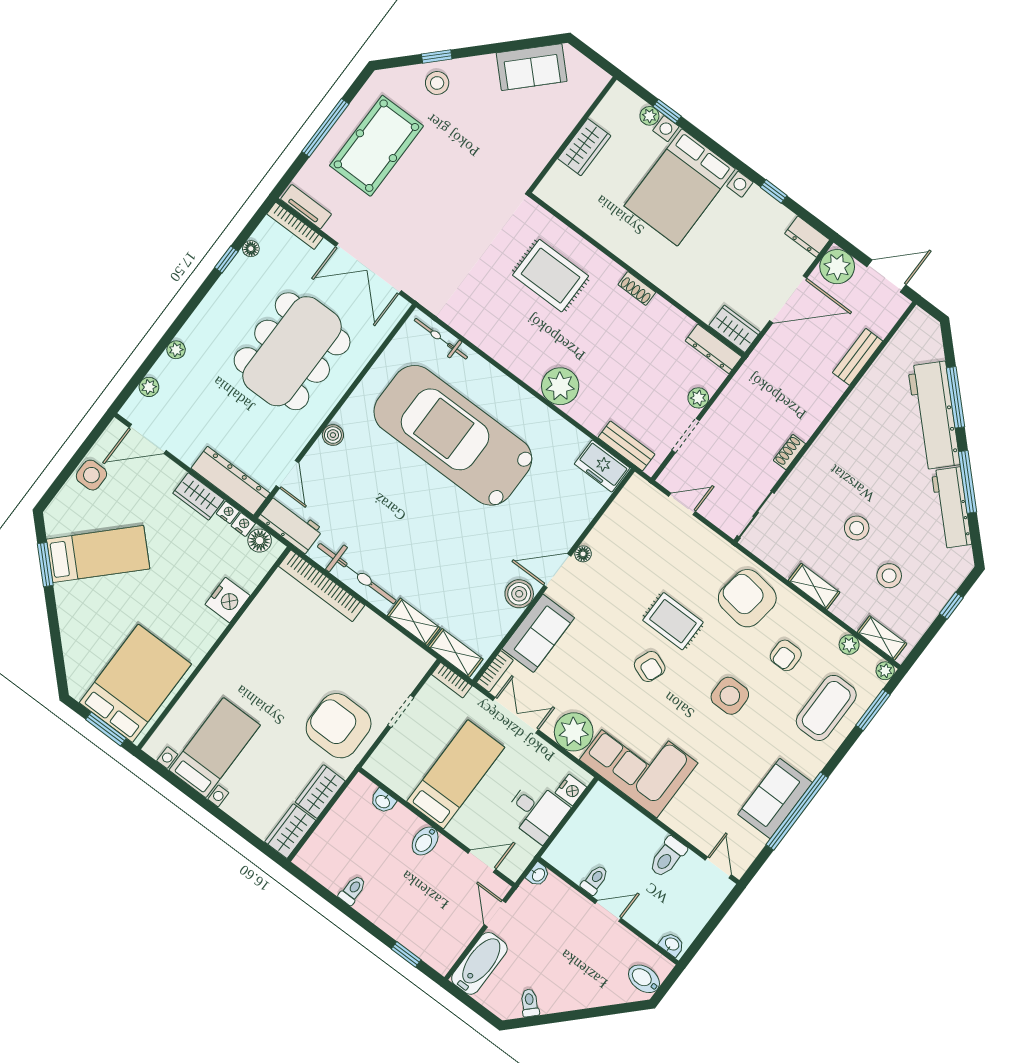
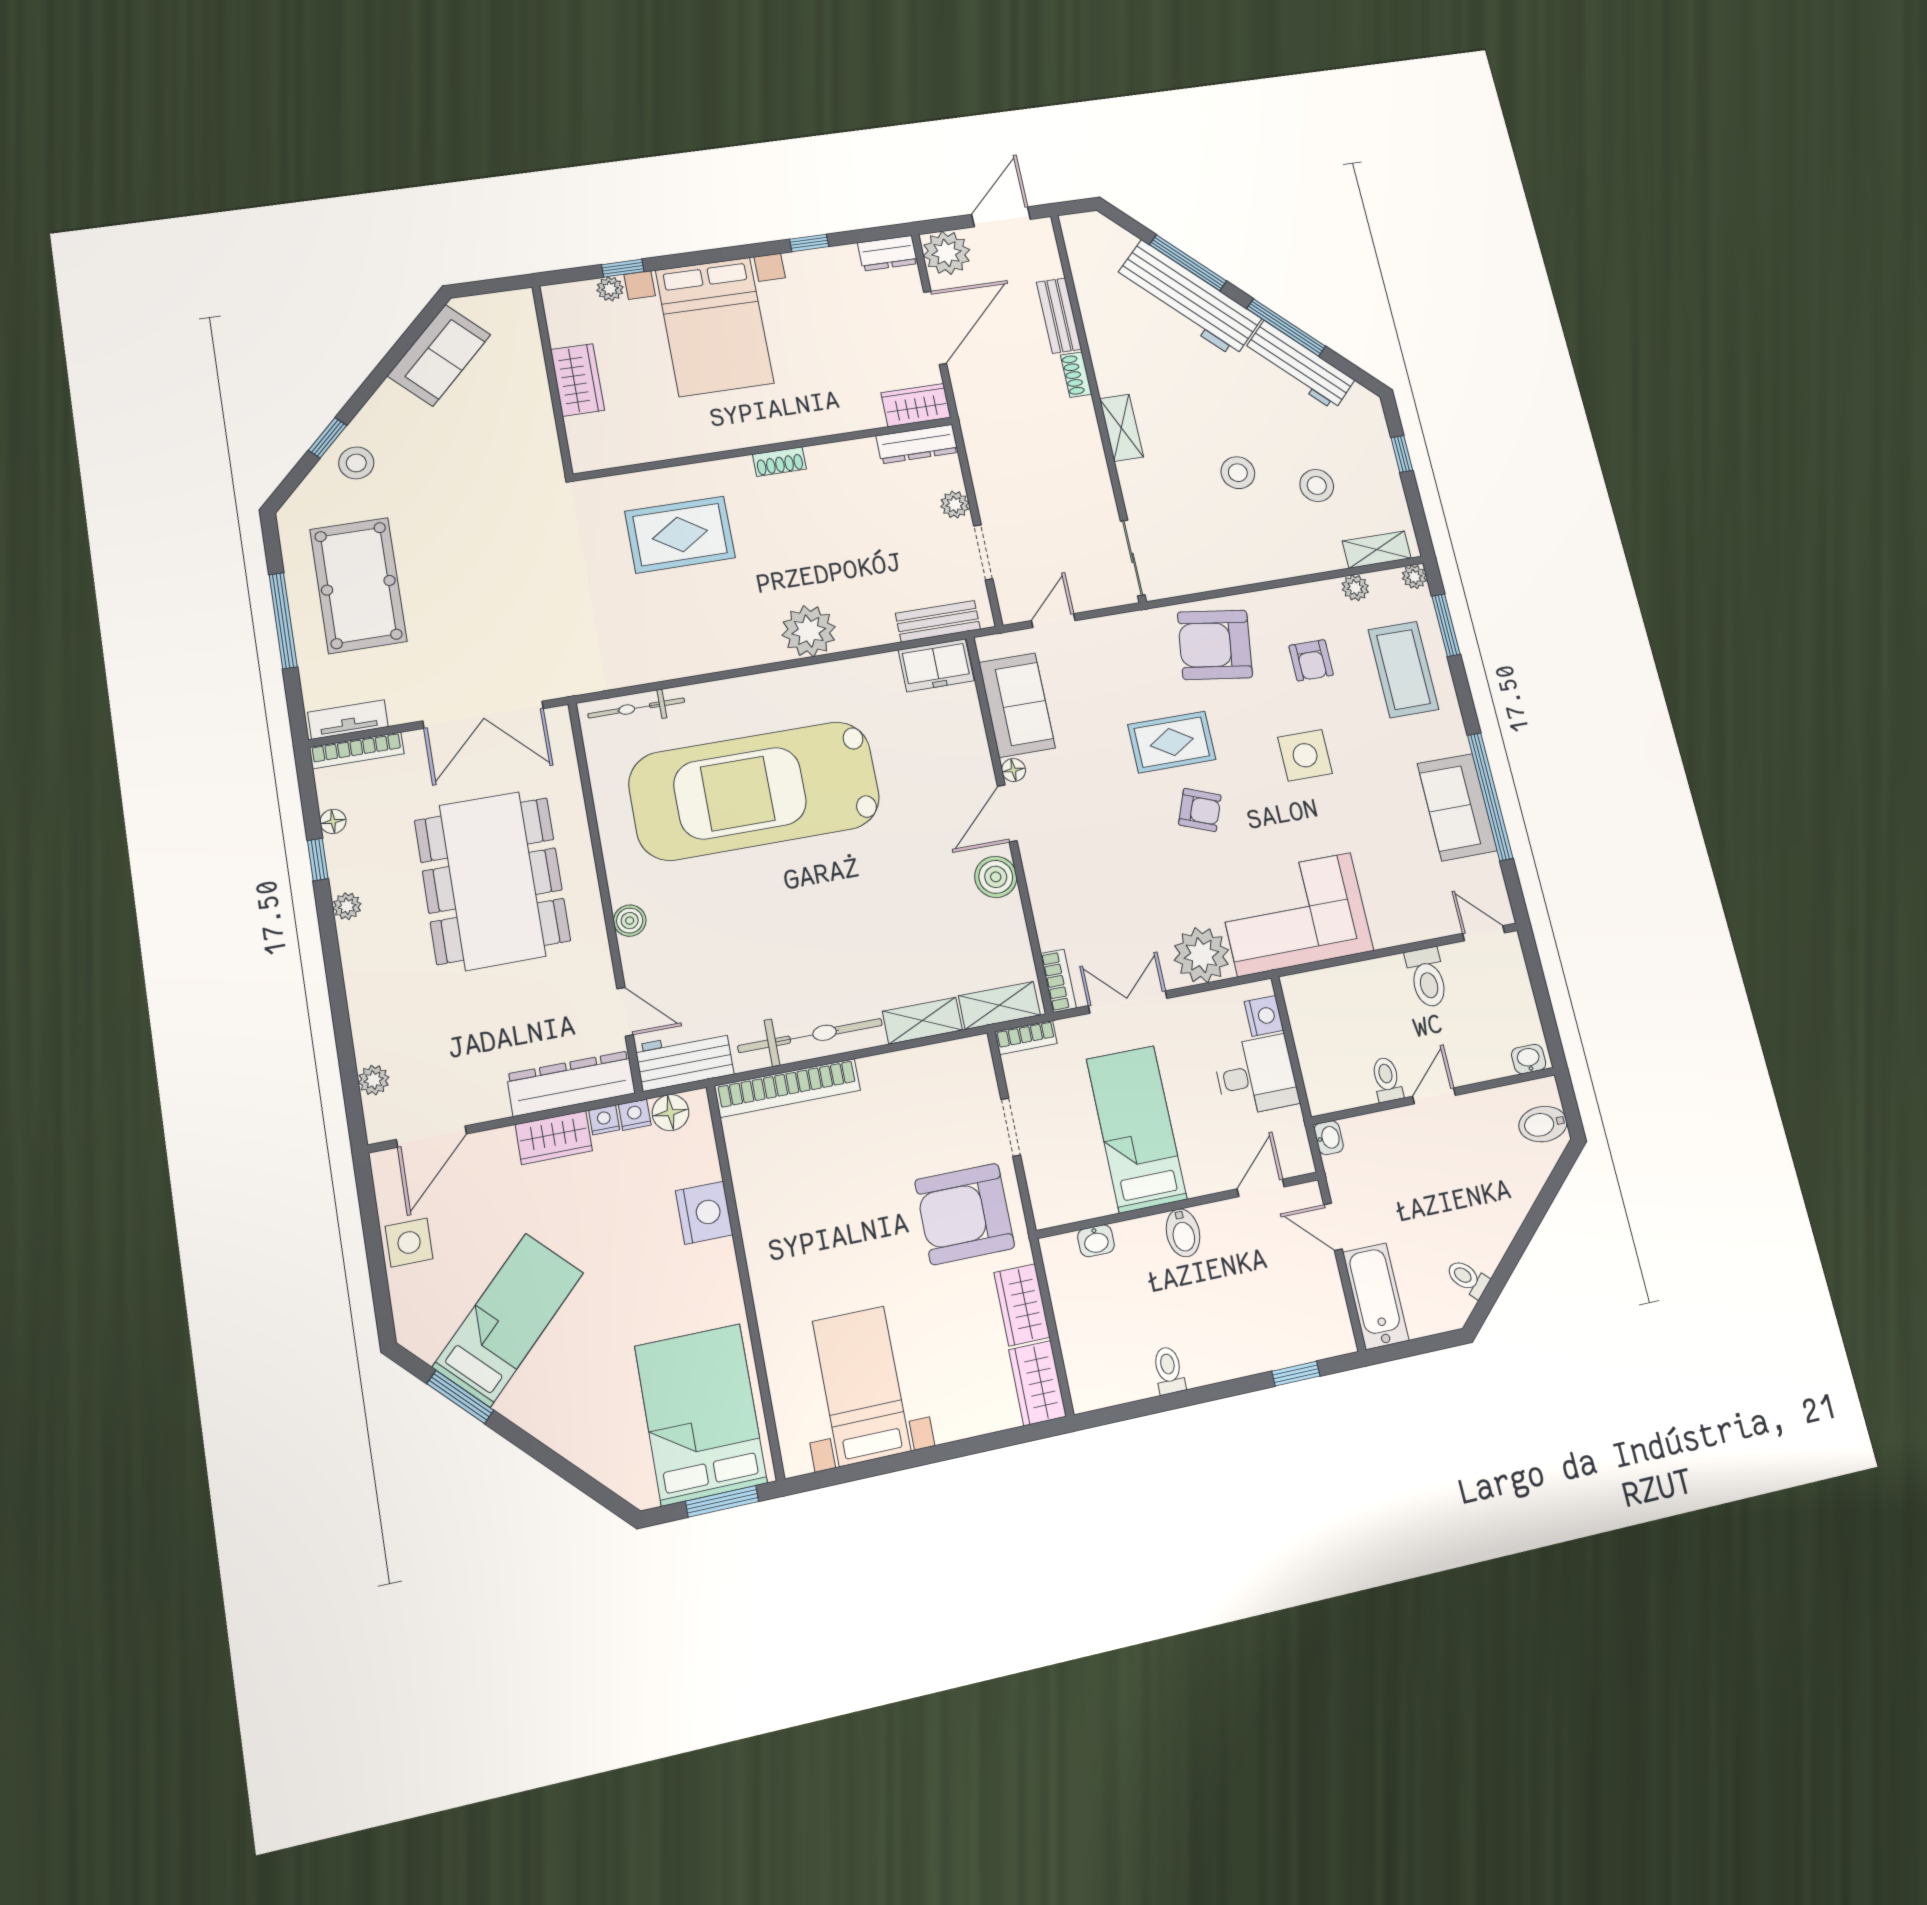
plant: (176, 350) -> (347, 906), moved
shoe rack: (789, 452) -> (1076, 375), moved
shelving: (814, 586) -> (1122, 428), moved, turned 90
sofa: (538, 633) -> (1017, 705), moved

